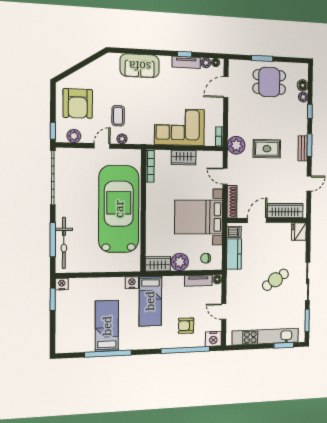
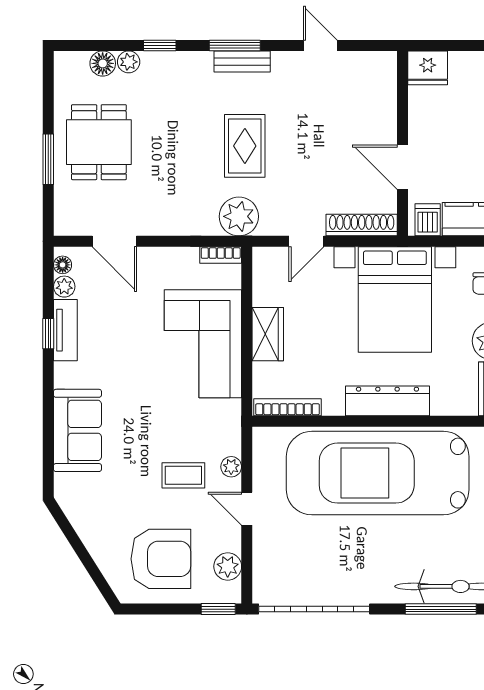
wardrobe: (285, 211) -> (381, 101), removed
dresser: (153, 214) -> (387, 401), added

